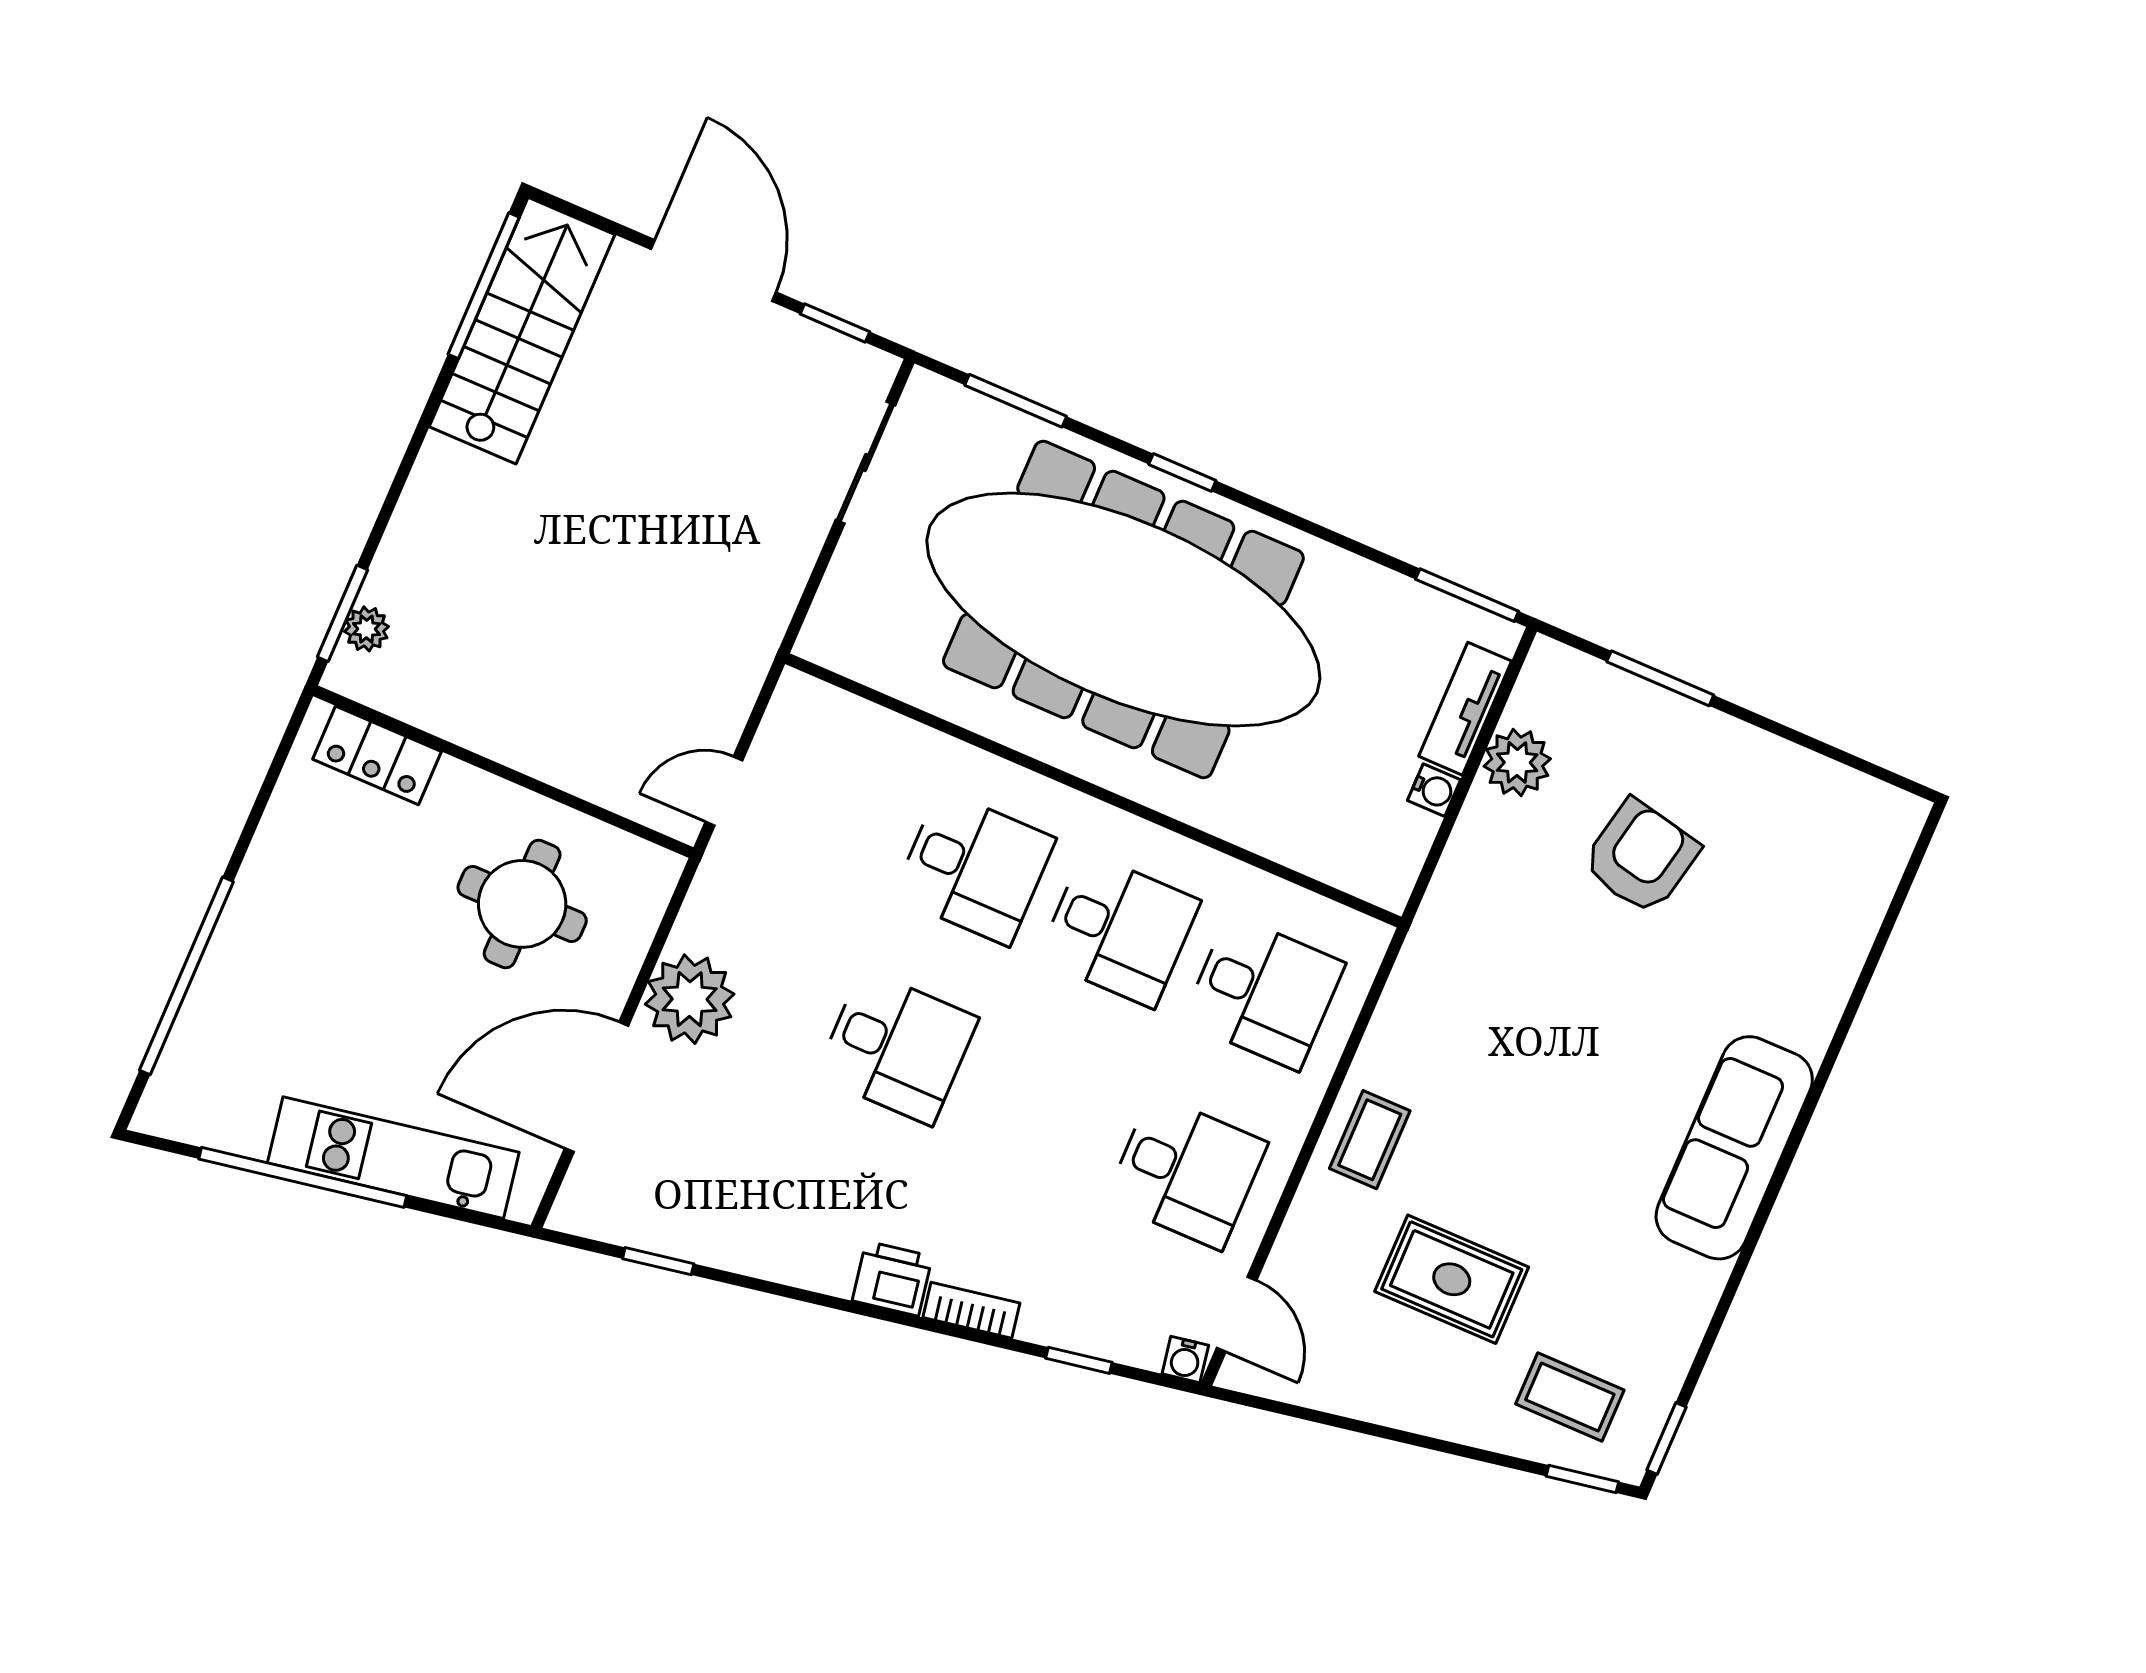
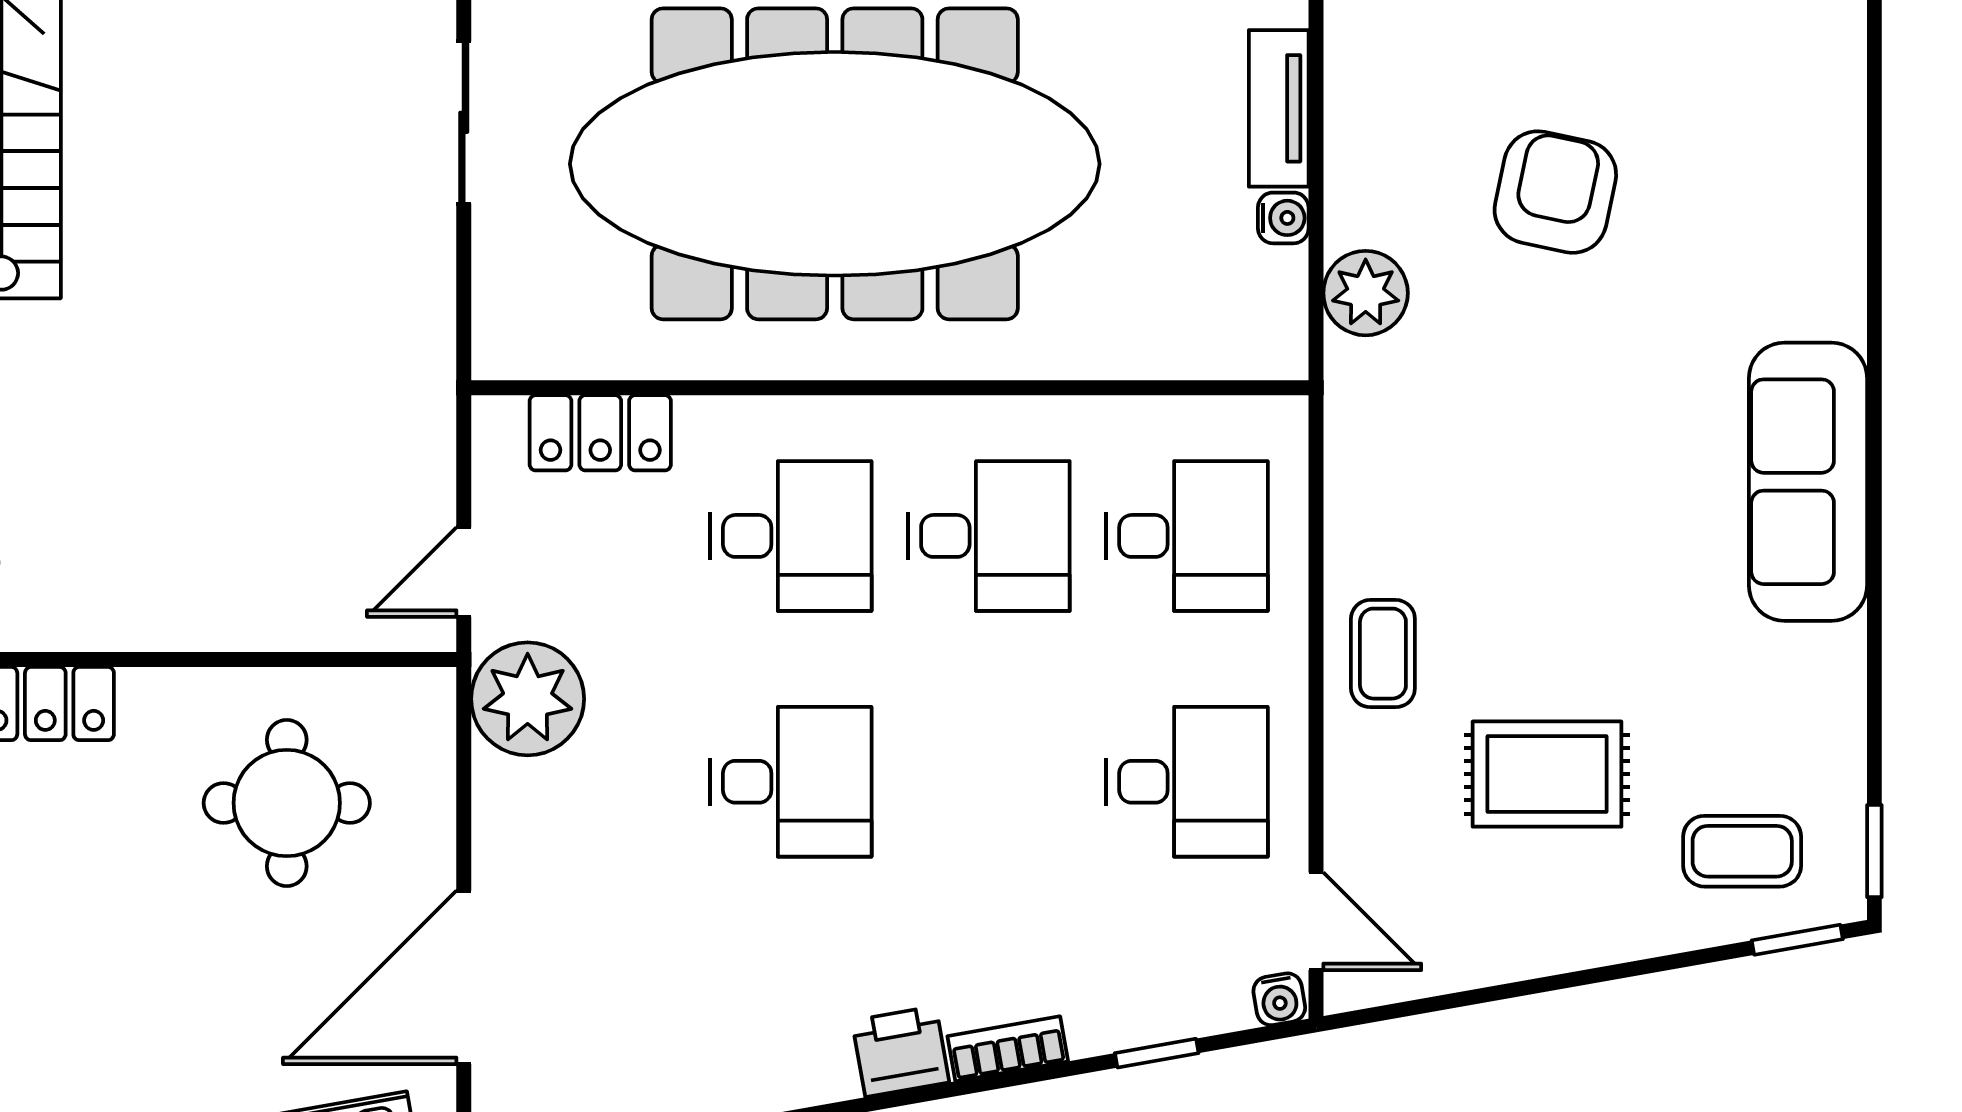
locker: (868, 732) -> (600, 433), added
plant: (1517, 762) -> (1366, 293), moved
plant: (690, 999) -> (528, 699), moved

